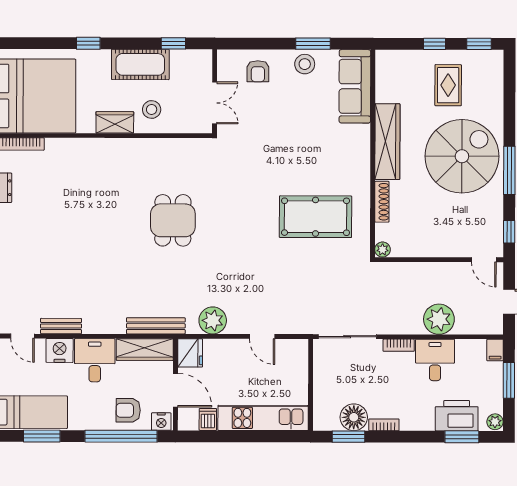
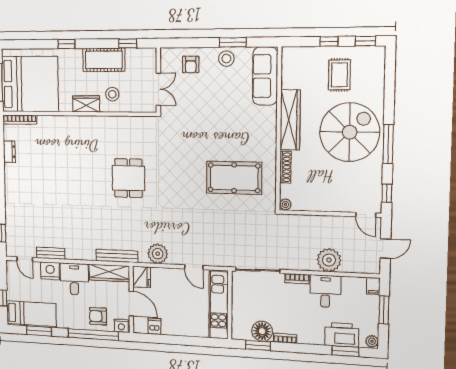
kitchen unit: (263, 418) -> (219, 305), moved, turned -90

